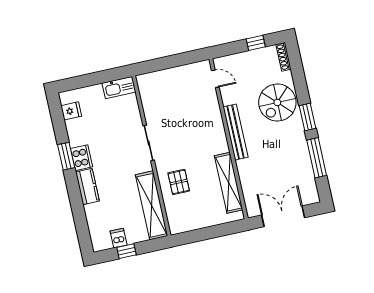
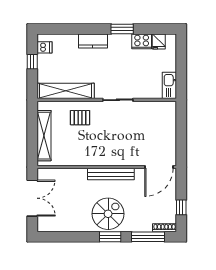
door: (215, 79) -> (159, 167), width x1.88
spiral stairs: (277, 102) -> (108, 214), moved, turned 90
cooker: (81, 158) -> (142, 41), moved
window: (317, 158) -> (148, 237), moved
shelving: (229, 183) -> (44, 136), moved, turned 90
dishwasher: (119, 238) -> (45, 47), moved

